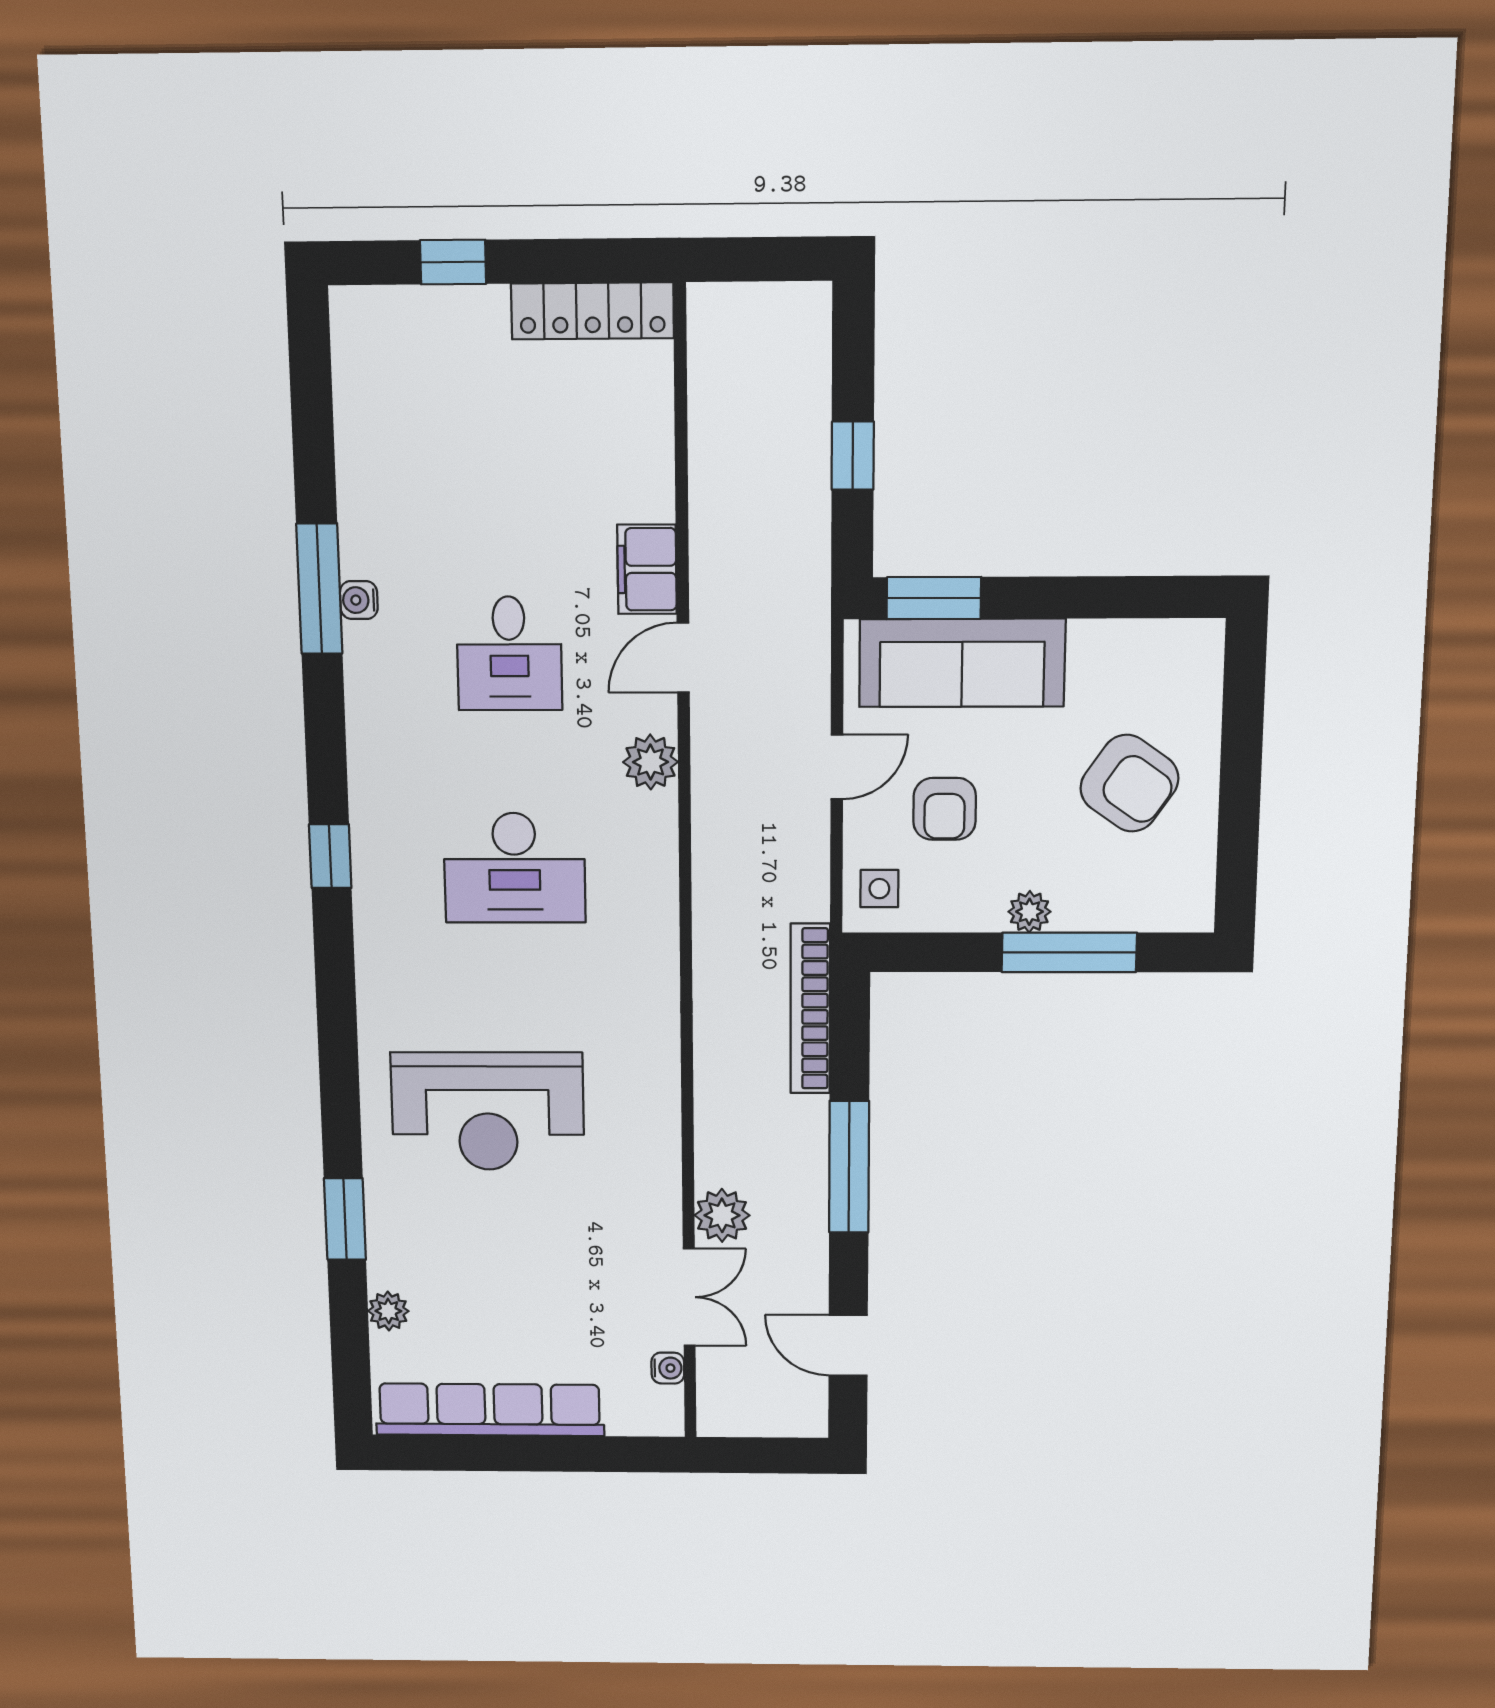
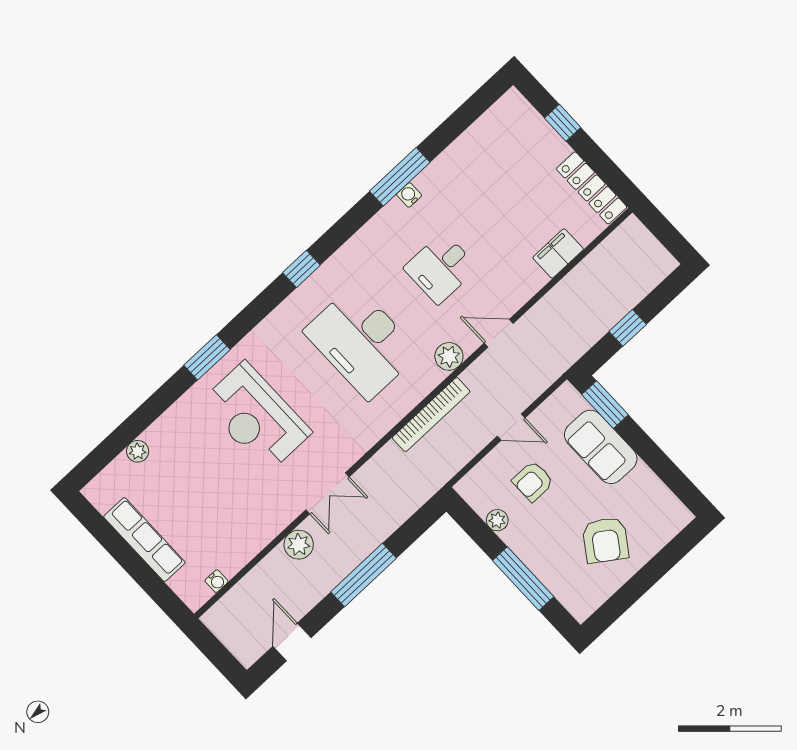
filing cabinet: (647, 569) -> (558, 253), moved
sofa: (962, 663) -> (601, 447), width x0.73
desk: (515, 868) -> (362, 342), width x1.36, depth x1.30
side table: (879, 889) -> (481, 485), removed
plant: (1029, 912) -> (497, 520), moved
bookcase: (810, 1009) -> (431, 415), moved, turned 180
window: (345, 1219) -> (207, 357), moved
double door: (689, 1297) -> (328, 493), moved
row of seats: (490, 1410) -> (144, 540), width x0.73

